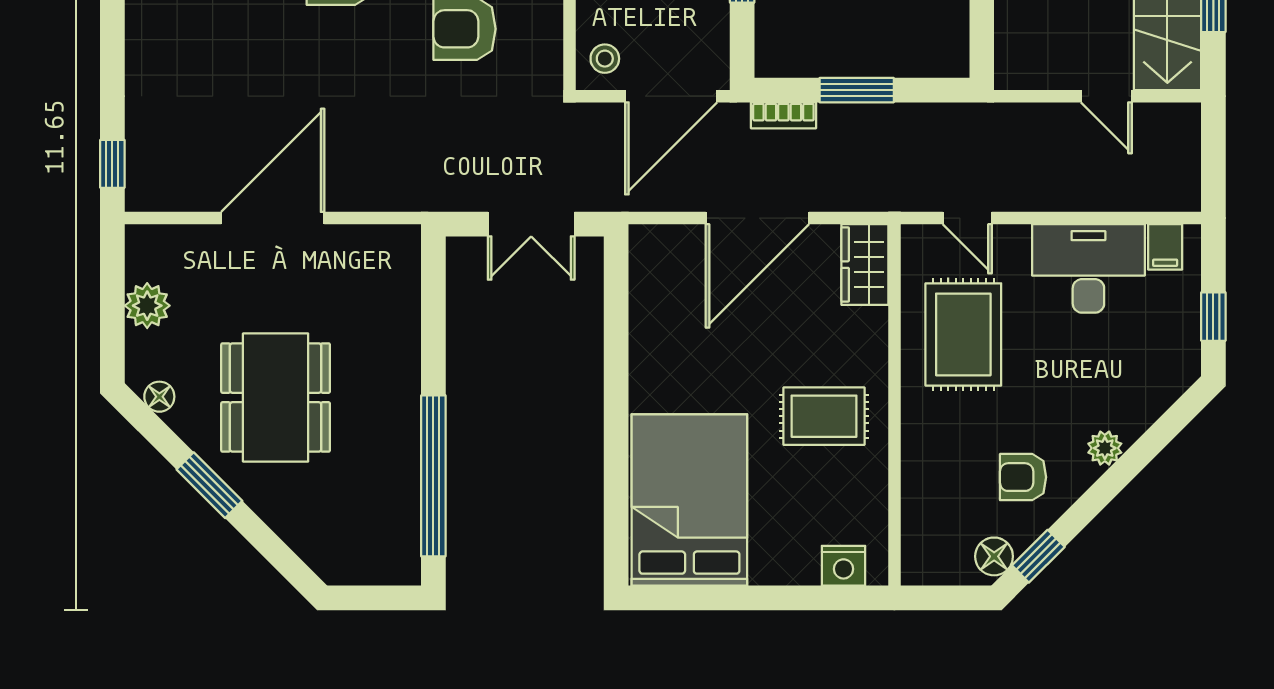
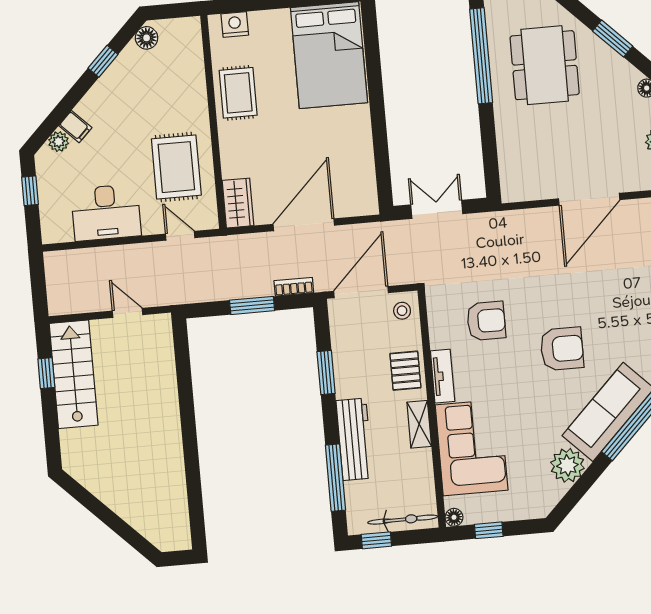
door: (1106, 96) -> (127, 313), moved
filing cabinet: (1165, 247) -> (75, 127), moved, turned 135
dining table: (276, 398) -> (545, 65), moved
rug: (824, 416) -> (238, 93), moved, turned 90
plant: (1105, 448) -> (59, 142), moved
armchair: (1023, 477) -> (134, 86), removed
window: (1038, 556) -> (103, 61), moved

